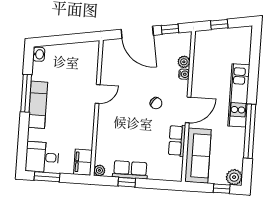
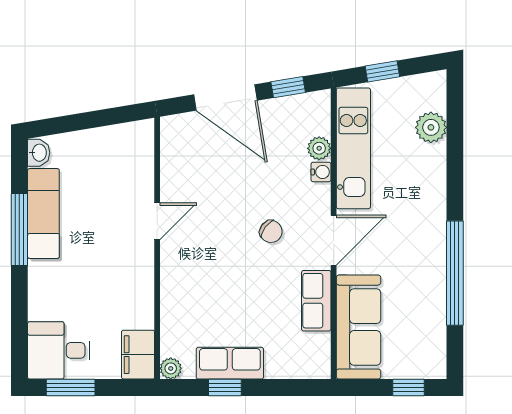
kitchen unit: (239, 95) -> (353, 148), moved, turned 180
exam couch: (38, 105) -> (43, 214), moved
plant: (234, 177) -> (431, 127), moved

